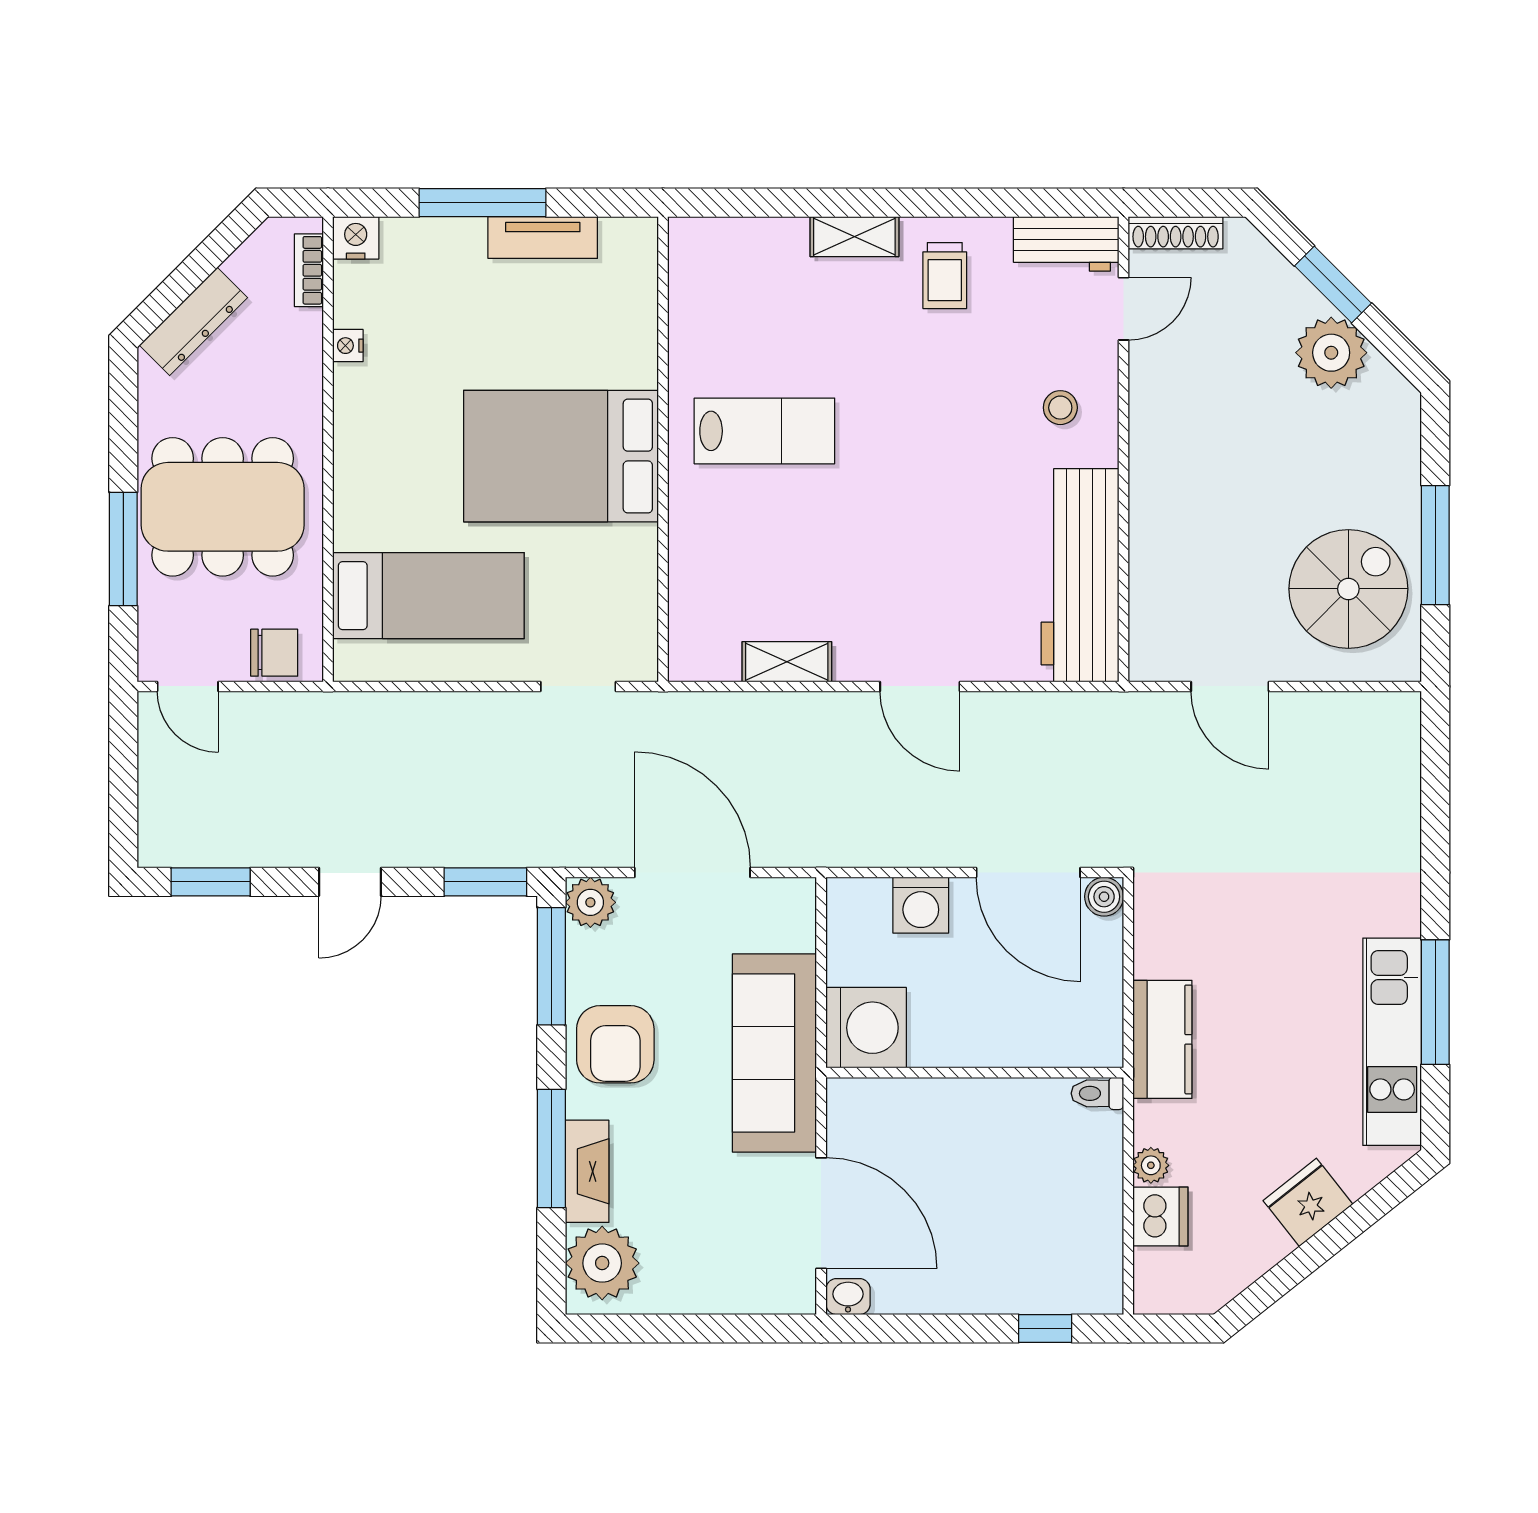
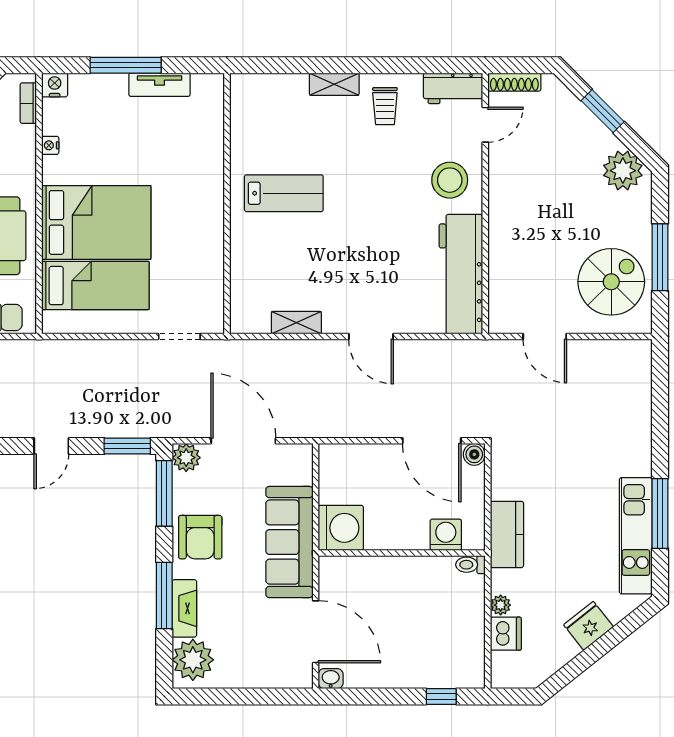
plant: (1331, 353) -> (623, 171), moved
stool: (1060, 408) -> (450, 180), width x1.89, depth x1.89
bed: (561, 456) -> (96, 222), moved, turned 180
washing machine: (921, 905) -> (446, 535), moved, turned 180

